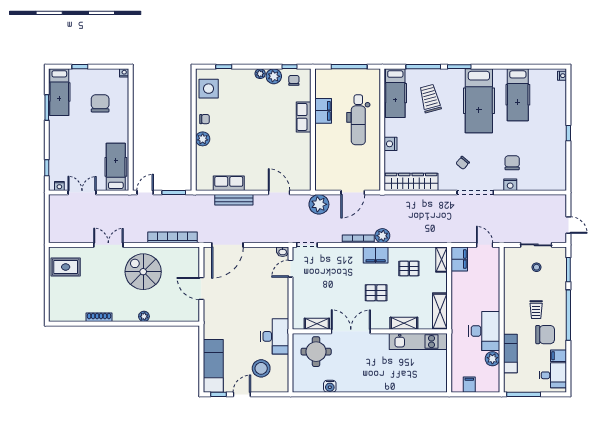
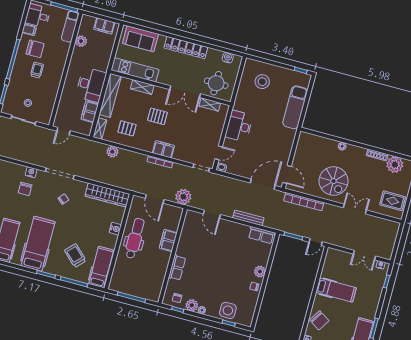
side table: (209, 89) -> (228, 310), moved
trolley: (430, 99) -> (75, 256), turned 149
chair: (100, 103) -> (319, 320), moved, turned -58
filing cabinet: (323, 111) -> (168, 240), moved
dental chair: (358, 120) -> (135, 238), moved
hospital bed: (116, 167) -> (336, 290), moved, turned -90
row of seats: (229, 183) -> (261, 235), moved
door: (353, 193) -> (155, 199), swing flipped
plant: (382, 236) -> (112, 152), moved
double door: (108, 245) -> (355, 209), swing flipped
door: (485, 245) -> (63, 131), hinge flipped
filing cabinet: (376, 255) -> (163, 149), moved
filing cabinet: (459, 259) -> (90, 112), moved
door: (201, 288) -> (287, 174), moved
plant: (75, 311) -> (395, 165), added
shelving: (440, 311) -> (110, 95), width x1.47
desk: (484, 331) -> (91, 85), moved, turned 180
chair: (545, 335) -> (35, 49), turned 180
desk: (275, 336) -> (239, 126), moved
exam couch: (510, 353) -> (70, 26), moved
exam couch: (213, 366) -> (295, 107), moved
sofa: (422, 381) -> (140, 39), added
locker: (364, 385) -> (186, 48), added
filing cabinet: (469, 385) -> (104, 26), width x2.00
water cooler: (330, 386) -> (228, 58), moved
door: (242, 394) -> (283, 66), removed

